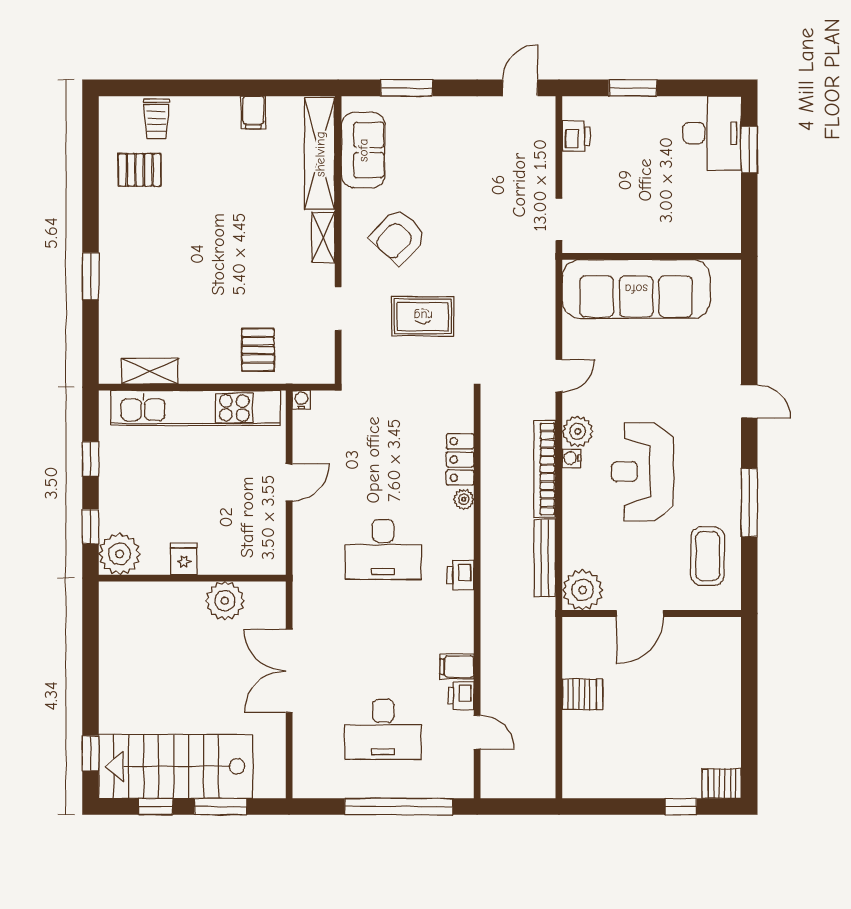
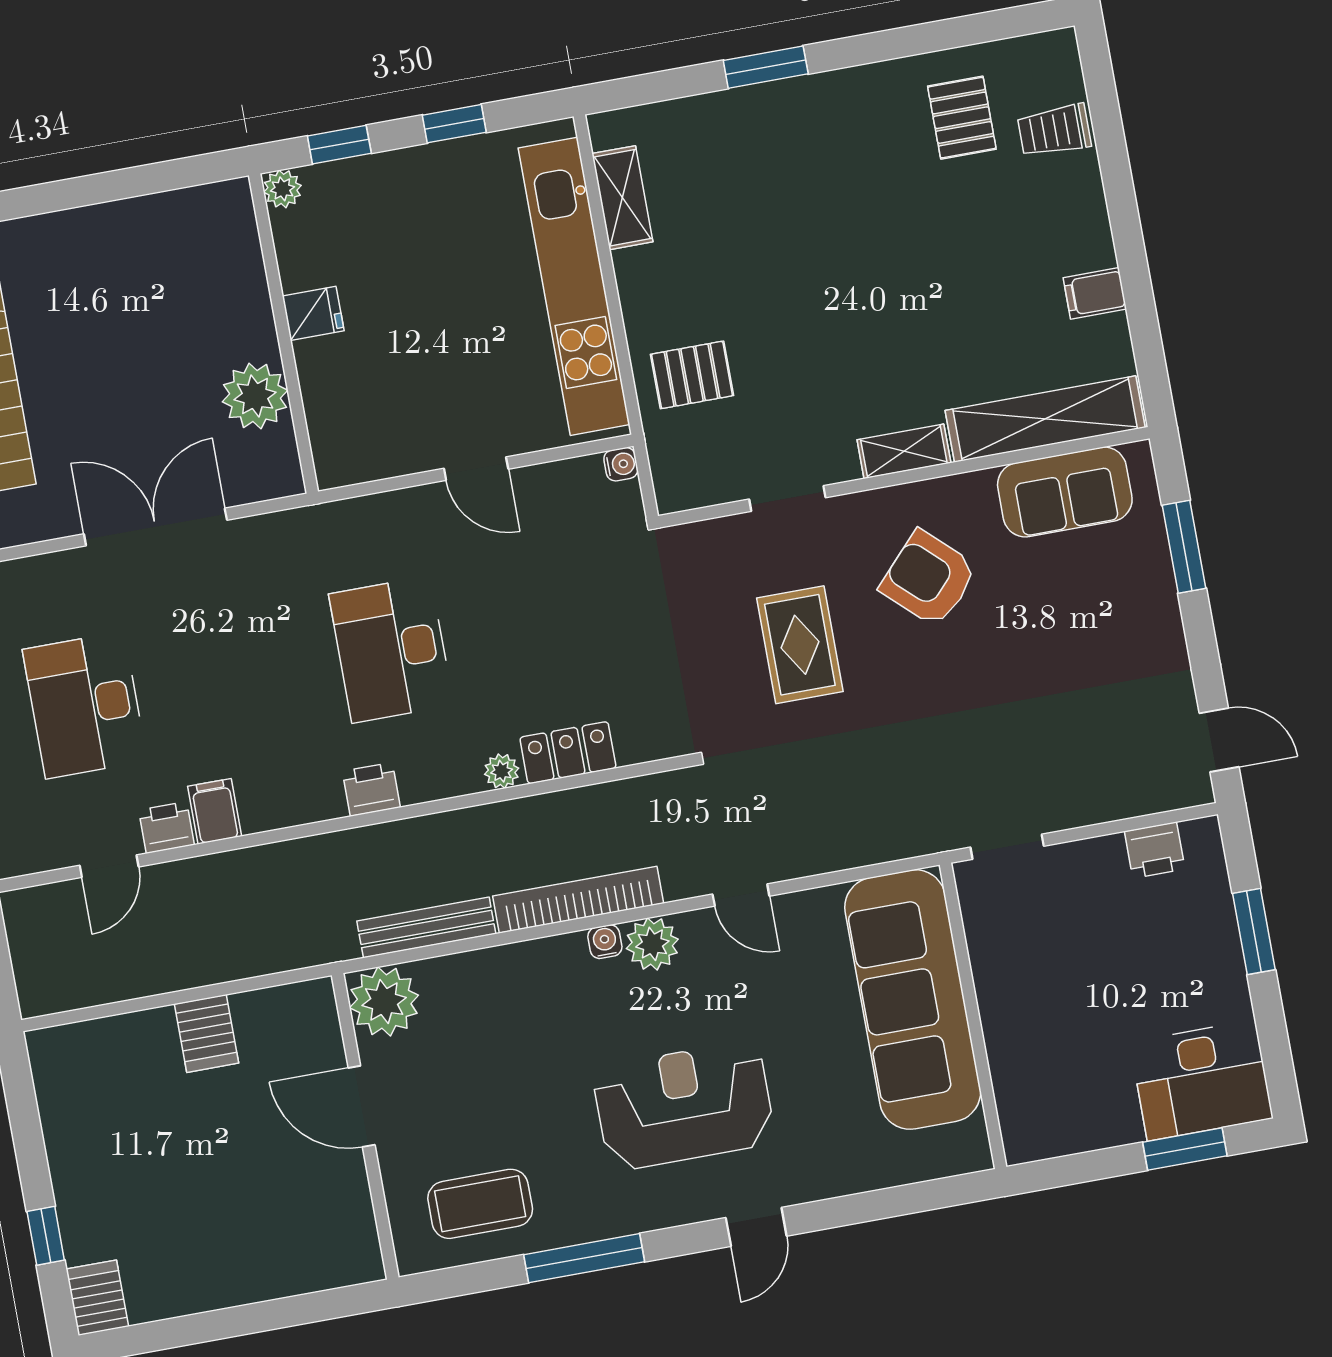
reception desk: (642, 472) -> (684, 1106), moved
plant: (120, 554) -> (282, 189), width x0.53, depth x0.53

